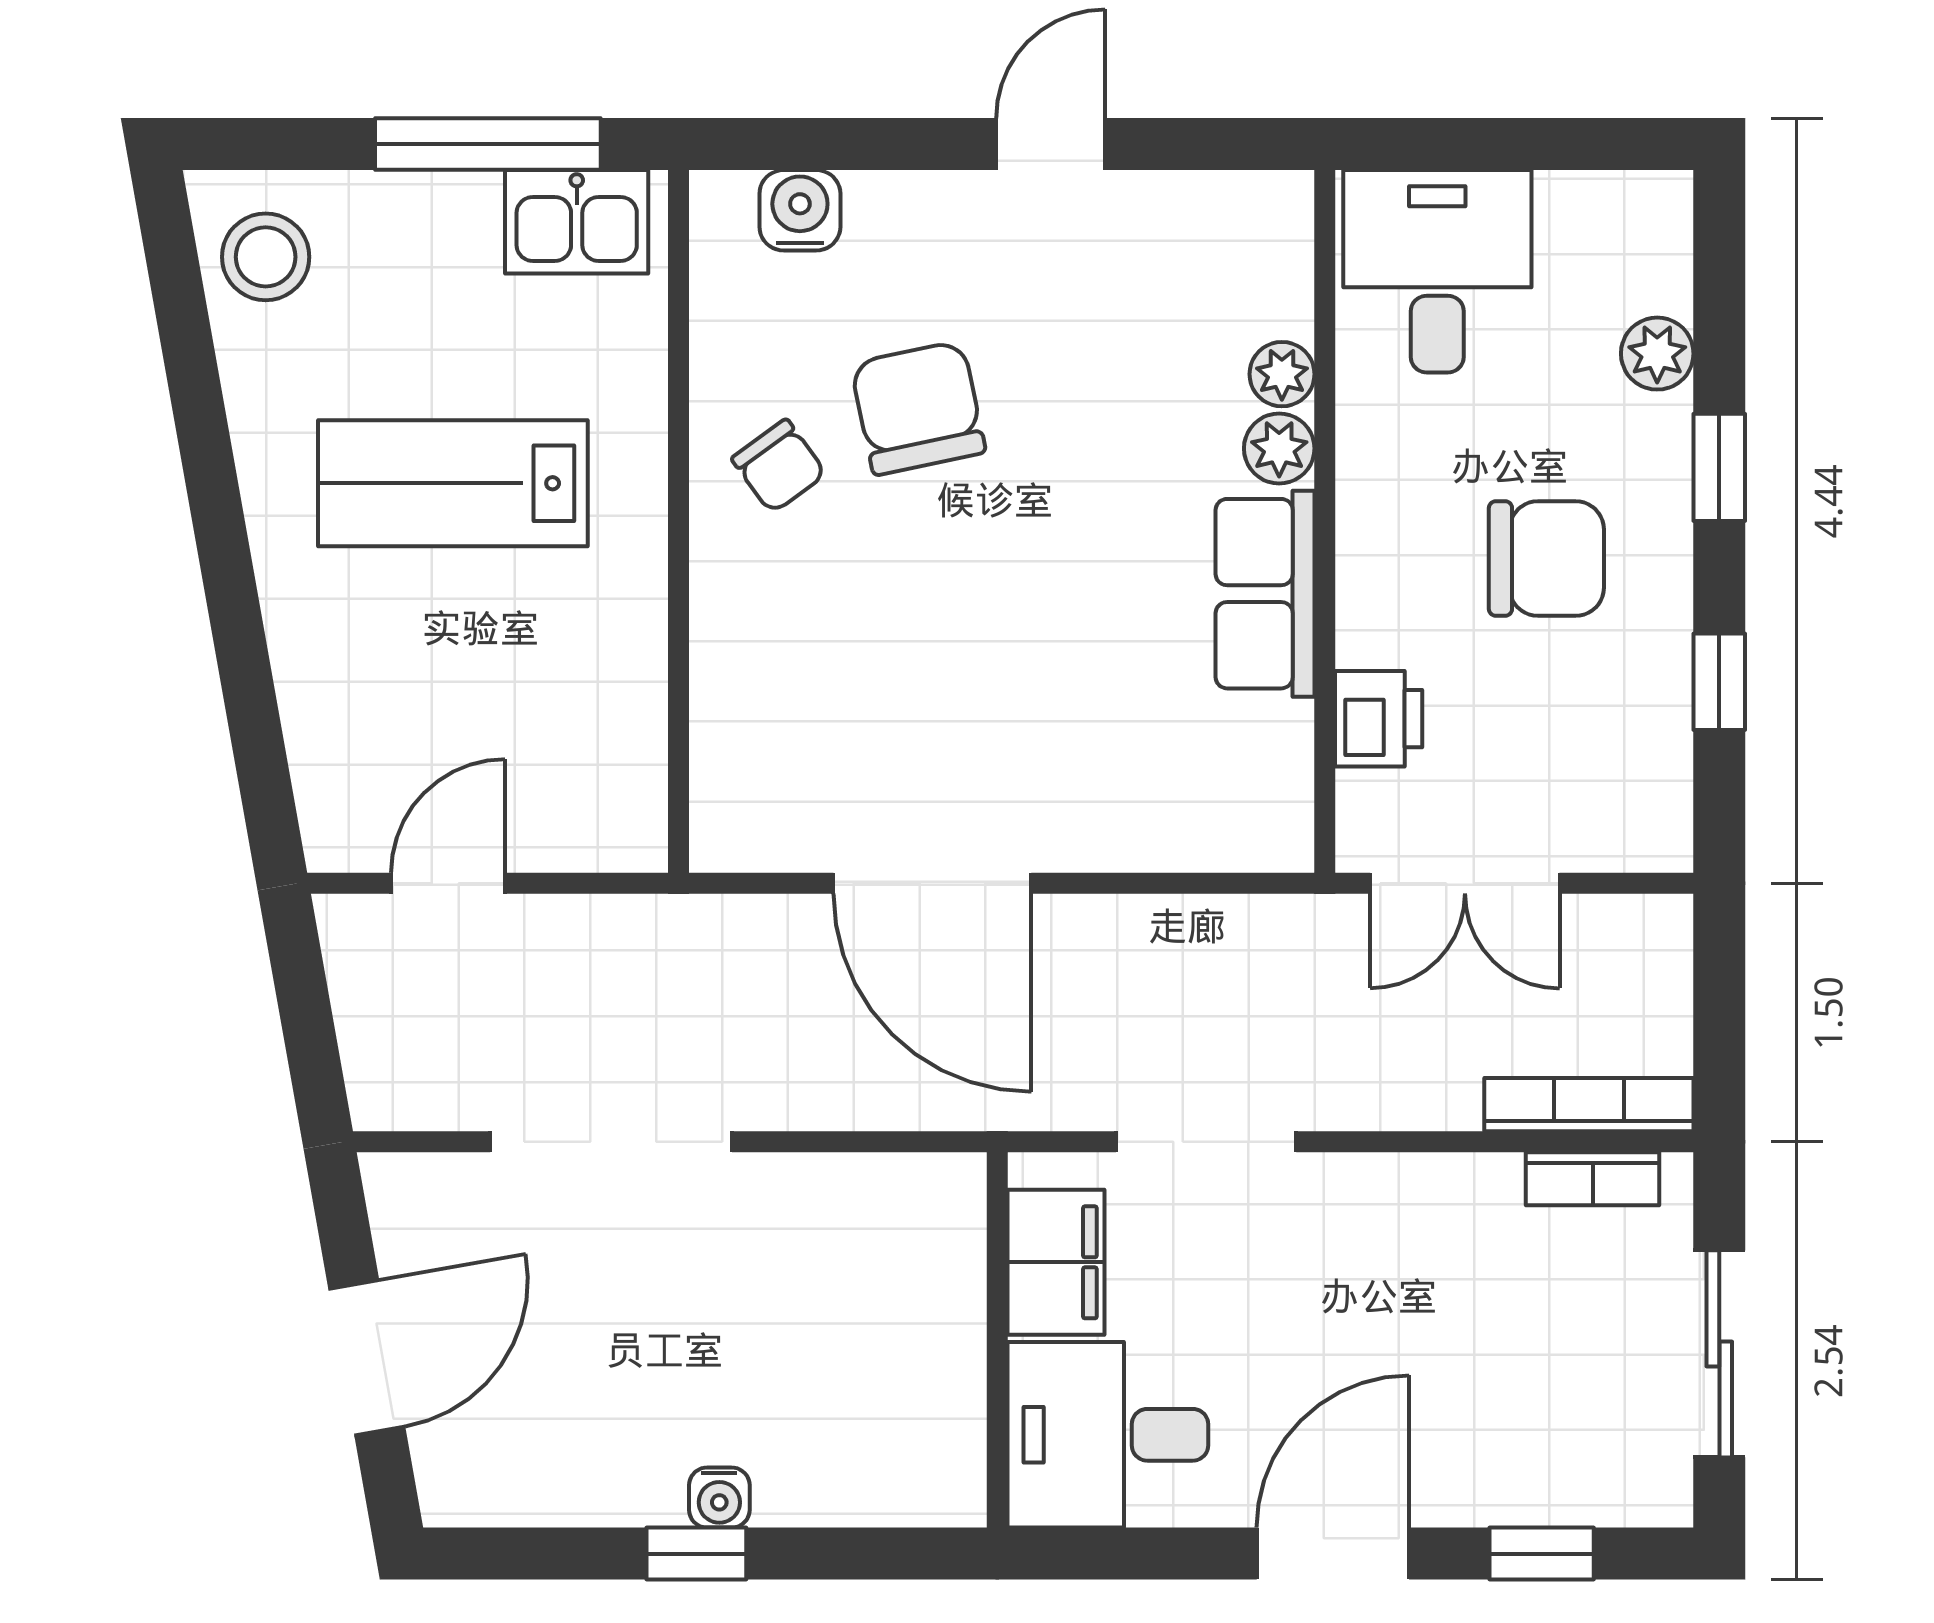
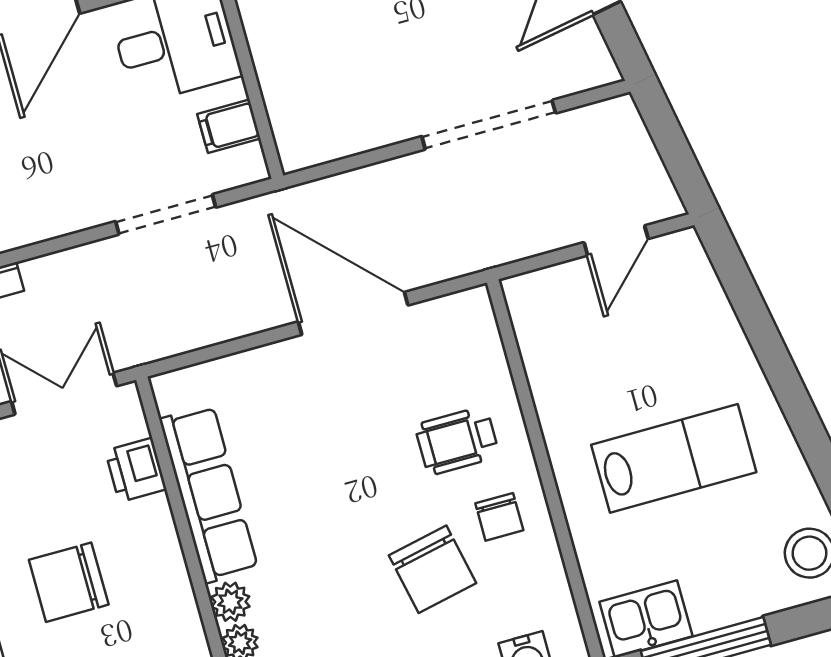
chair: (779, 466) -> (499, 517), turned -144
row of seats: (1265, 594) -> (209, 494), width x1.48
wheelchair: (815, 616) -> (457, 441), added
filing cabinet: (1056, 1262) -> (229, 126), width x0.50

